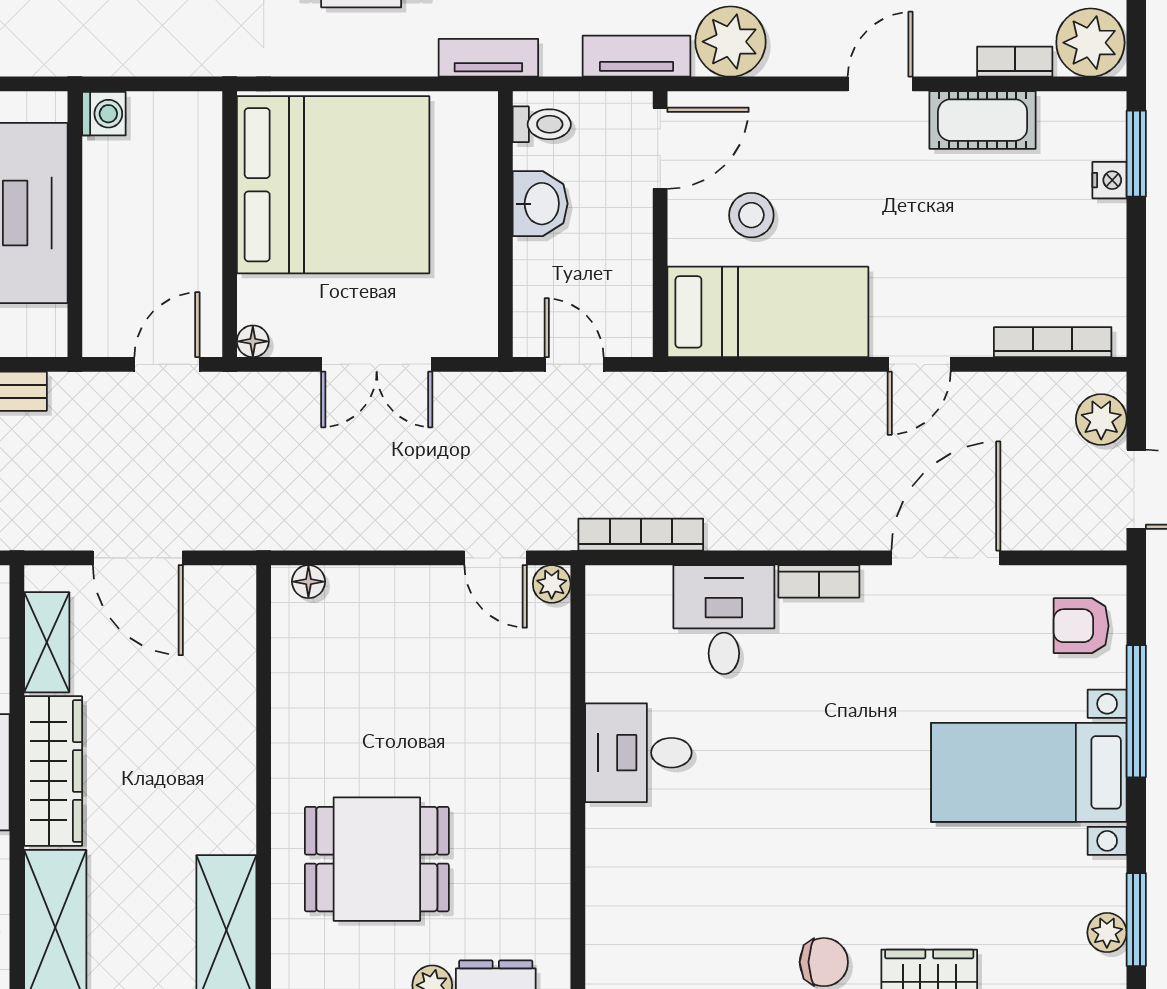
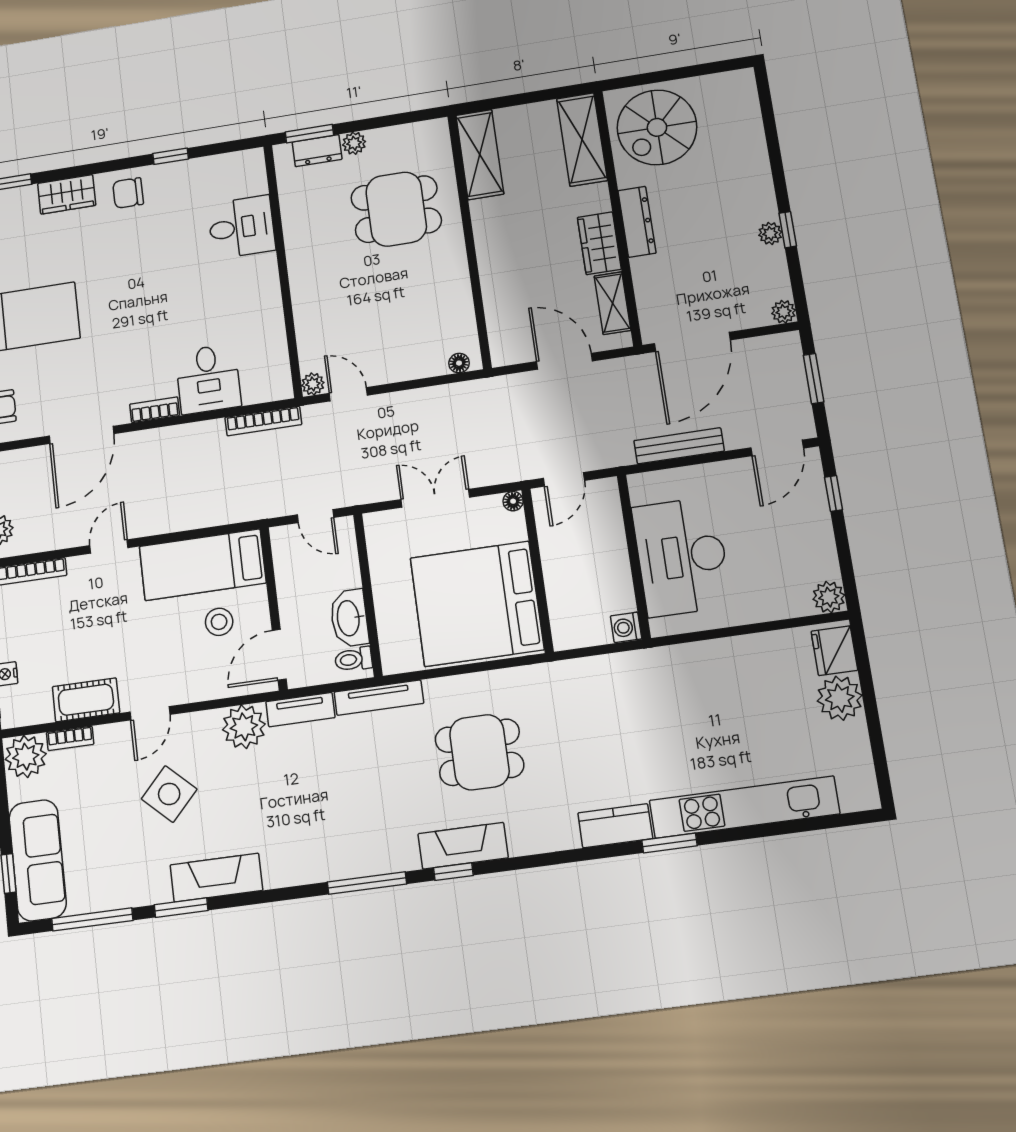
tv unit: (488, 58) -> (379, 698), width x1.41
washbasin: (540, 204) -> (349, 618), width x1.38
desk: (638, 753) -> (242, 227), moved
wardrobe: (53, 771) -> (599, 243), width x0.67

